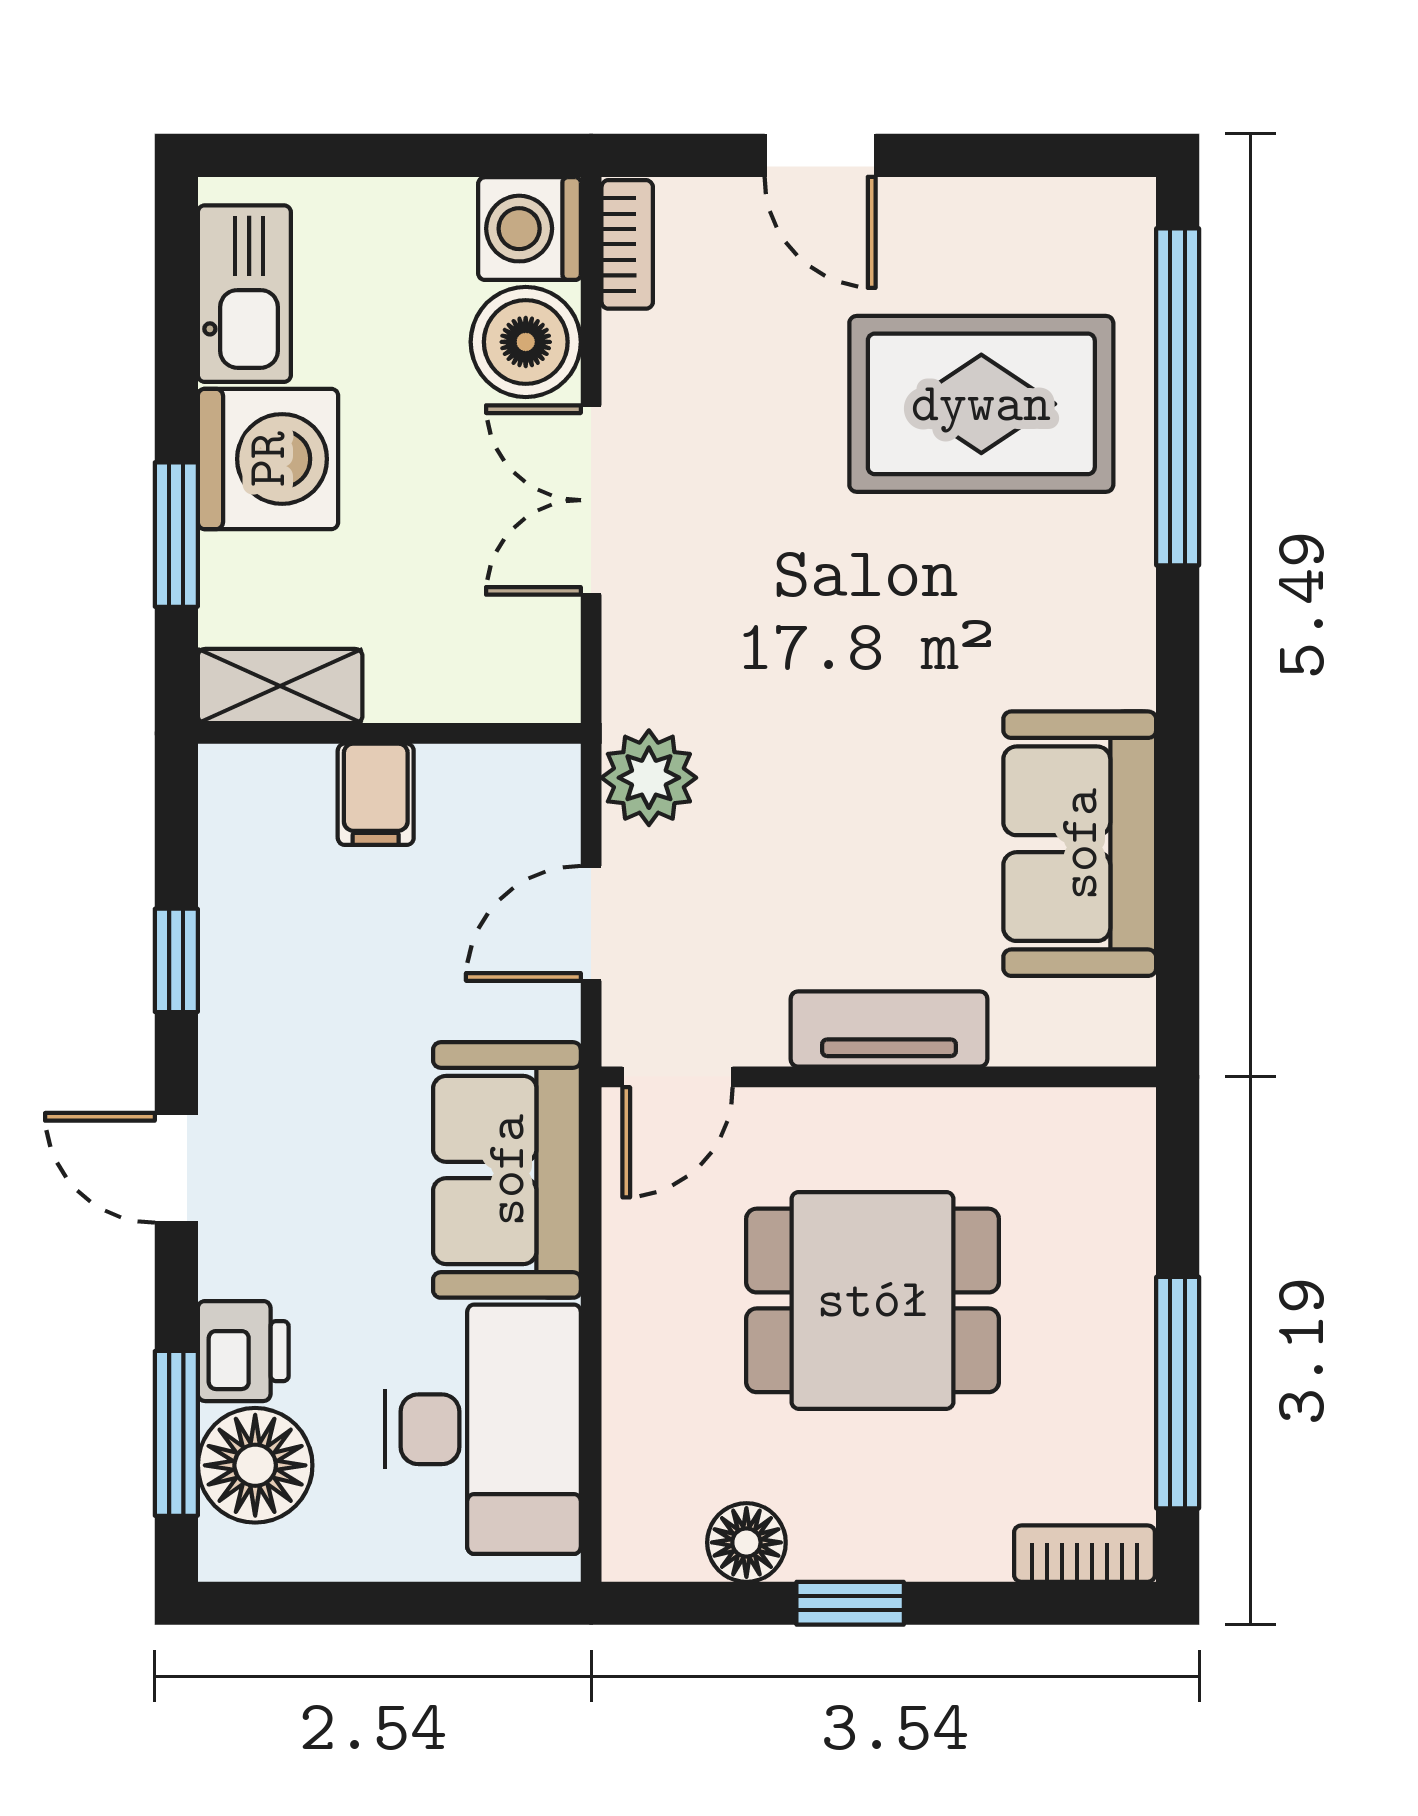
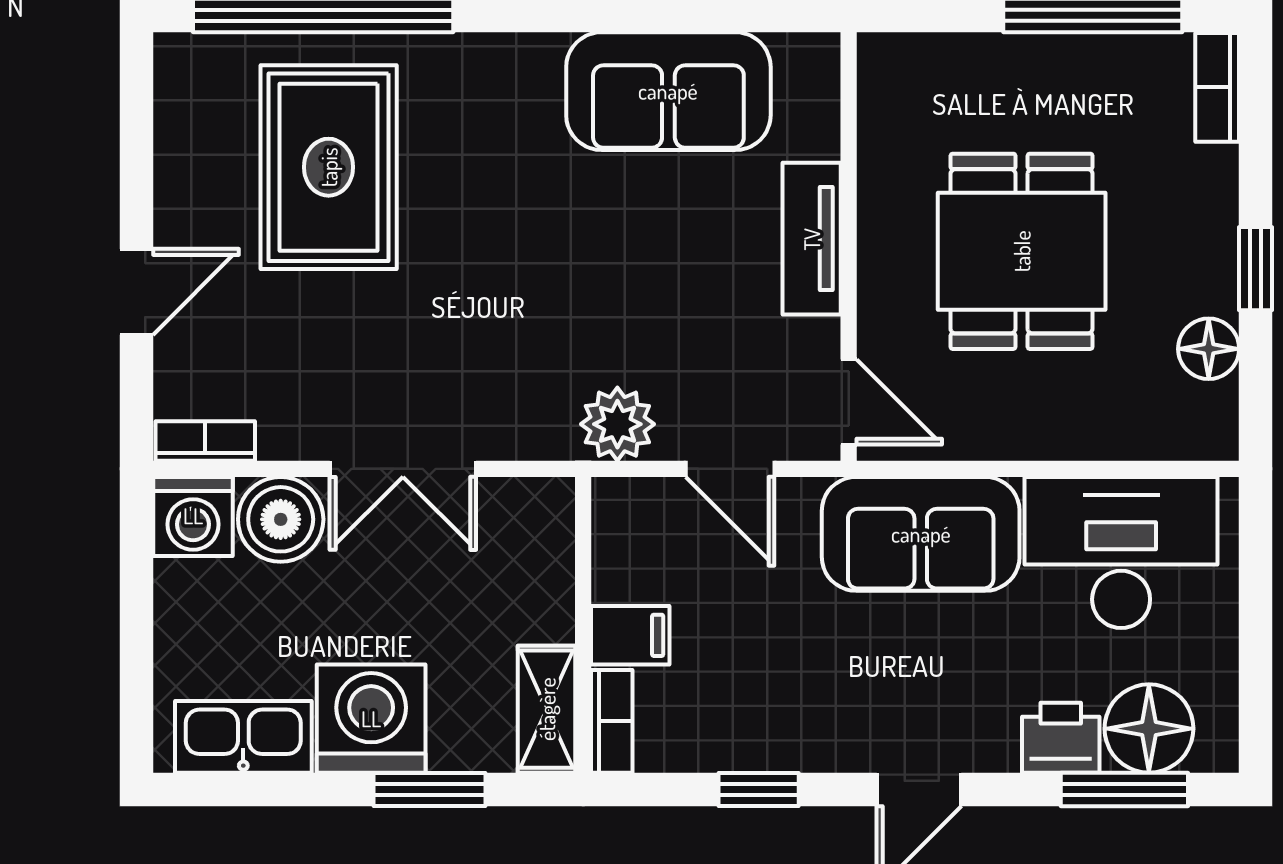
bookcase: (264, 770) -> (612, 721), added

